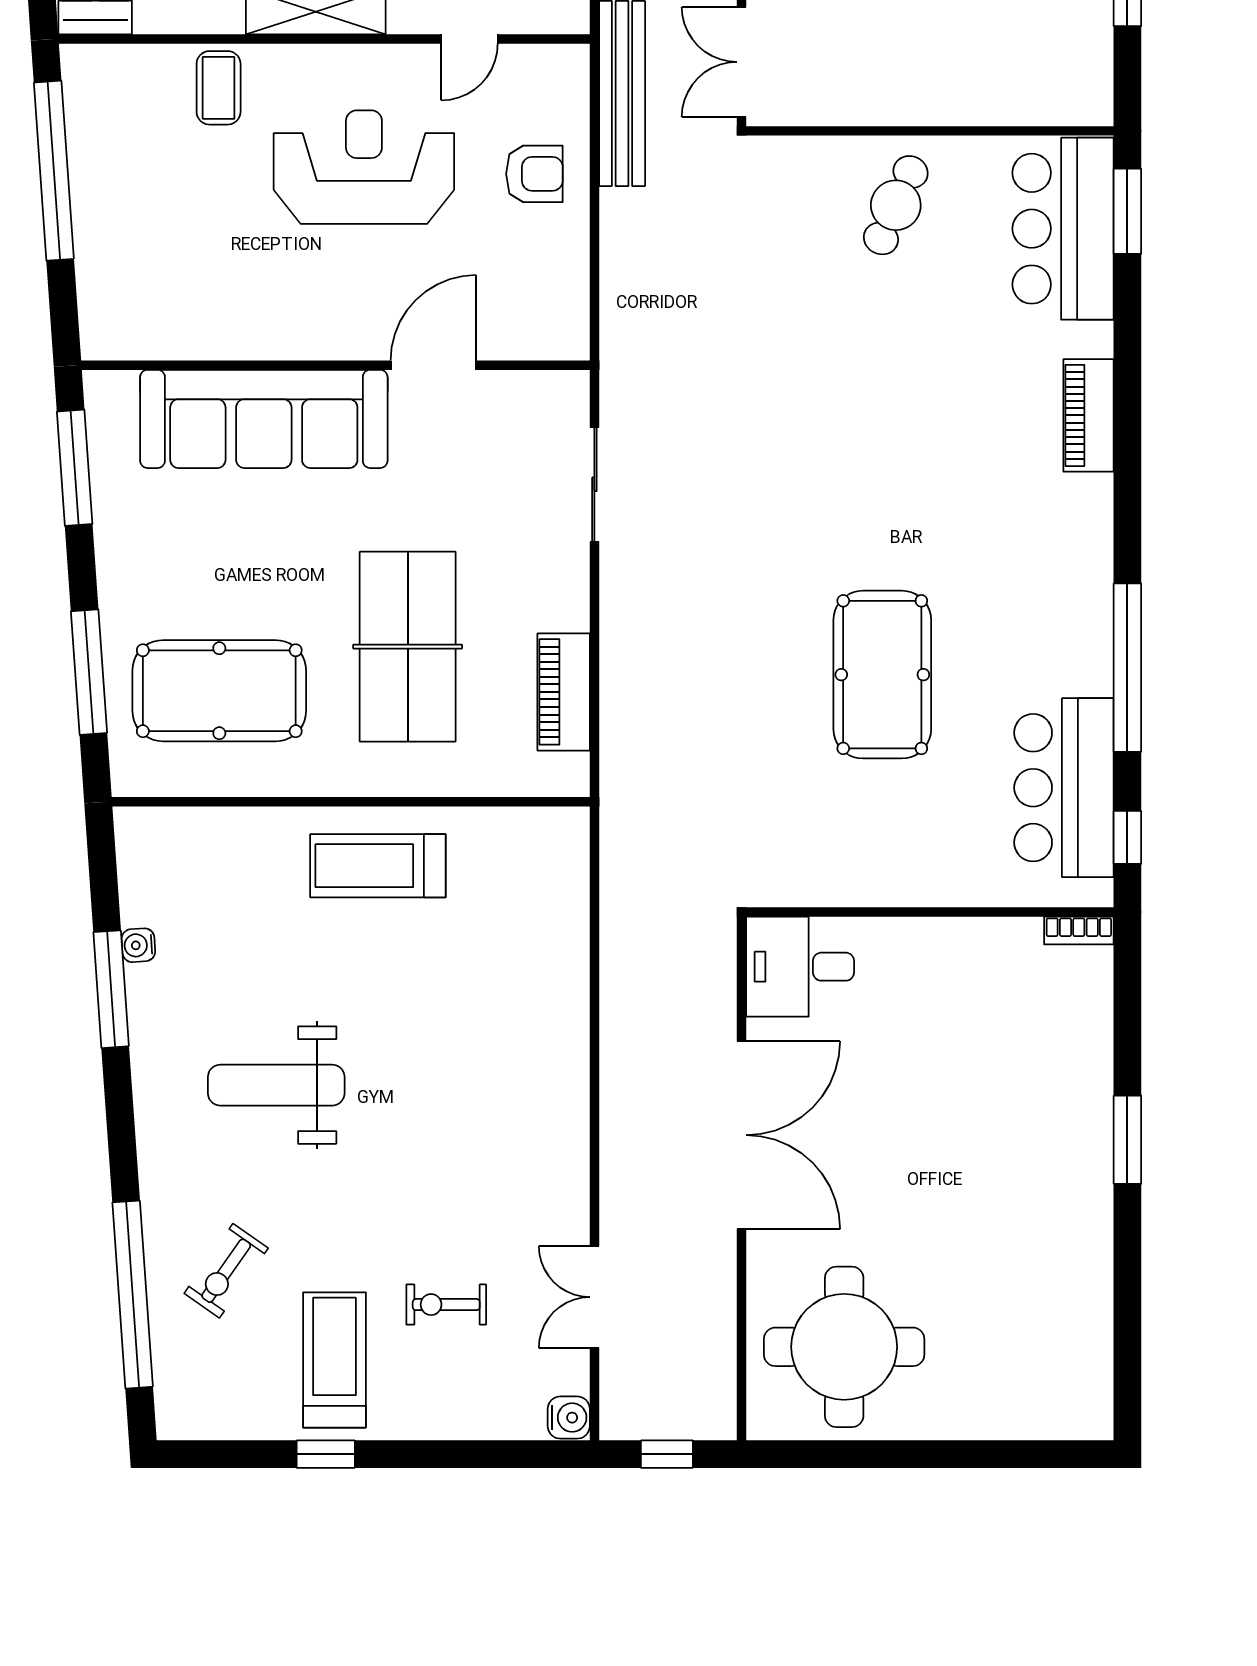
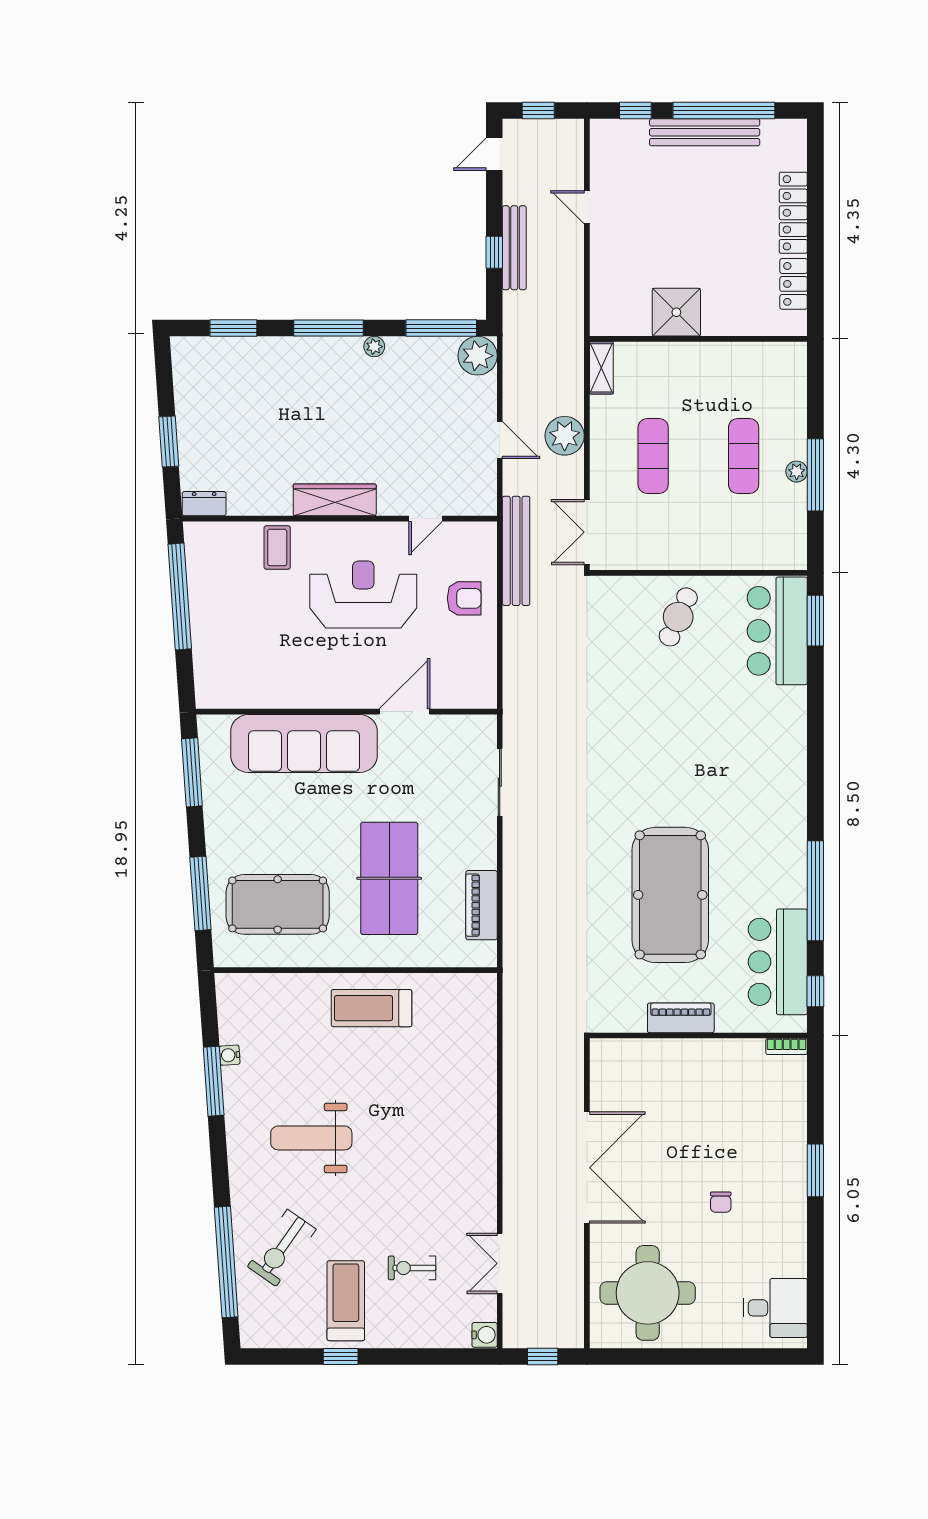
piano: (1088, 415) -> (681, 1018), moved, turned 90
pool table: (882, 675) -> (670, 895), width x1.36, depth x1.32
desk: (800, 967) -> (775, 1308), moved, turned 180
chair: (968, 1193) -> (721, 1202), added
exercise bike: (226, 1271) -> (282, 1248), width x1.38, depth x1.39

